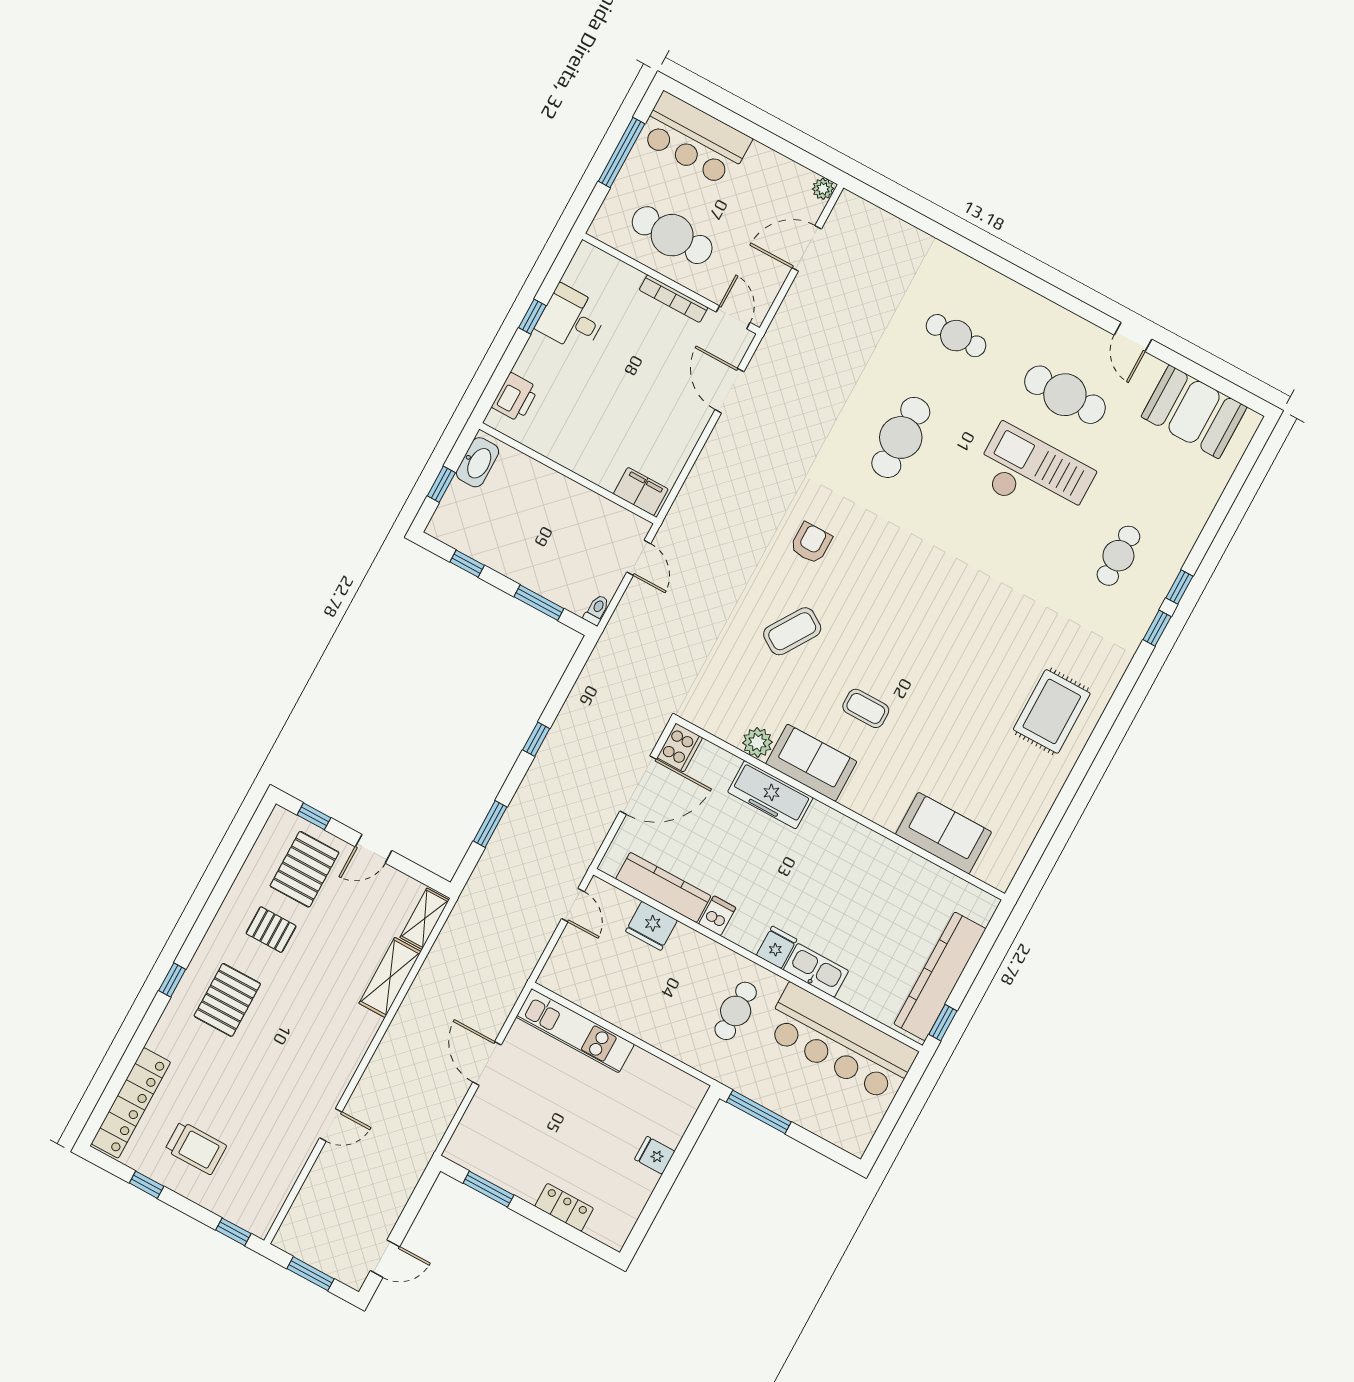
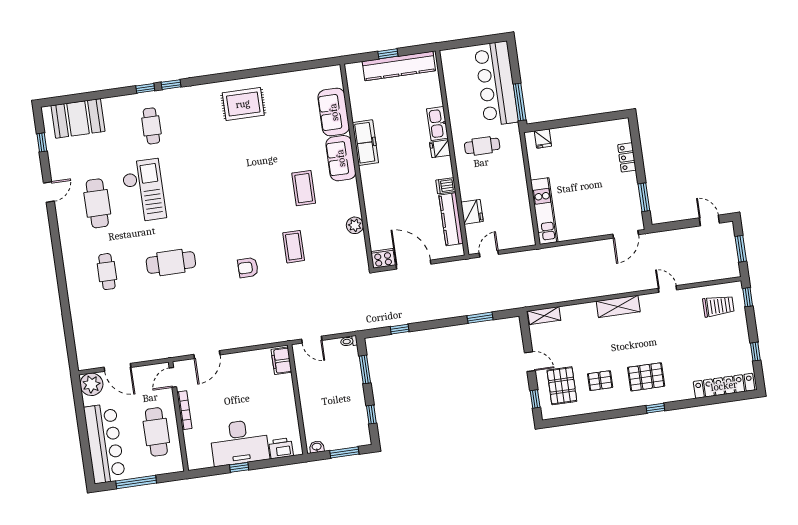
bar counter: (695, 139) -> (104, 443), width x1.36
plant: (823, 189) -> (91, 384), width x1.87, depth x1.87
desk: (572, 319) -> (239, 442), width x1.87, depth x1.30
window: (1212, 380) -> (42, 142), added
booth: (1194, 412) -> (78, 118), moved, turned 90
washbasin: (477, 462) -> (317, 447), width x0.52, depth x0.69
checkout: (1034, 475) -> (144, 191), turned 180
window: (441, 484) -> (344, 452), width x1.50
cafe table: (1118, 556) -> (151, 126), turned 90
door: (639, 558) -> (312, 340), swing flipped
coffee table: (792, 631) -> (294, 247), turned 57
coffee table: (866, 708) -> (304, 188), width x1.36, depth x1.30
window: (536, 739) -> (400, 329), moved
sofa: (811, 763) -> (341, 158), moved
freezer: (770, 795) -> (365, 143), moved
pallet: (305, 869) -> (562, 386), turned 90
pallet: (271, 930) -> (600, 381), turned 90
shelving: (390, 977) -> (618, 306), moved
window: (943, 1023) -> (388, 54), moved
bar counter: (840, 1043) -> (496, 84), moved, turned 180
door: (487, 1064) -> (626, 234), moved
trolley: (196, 1148) -> (718, 306), moved, turned 90
fridge: (655, 1155) -> (543, 139), moved

